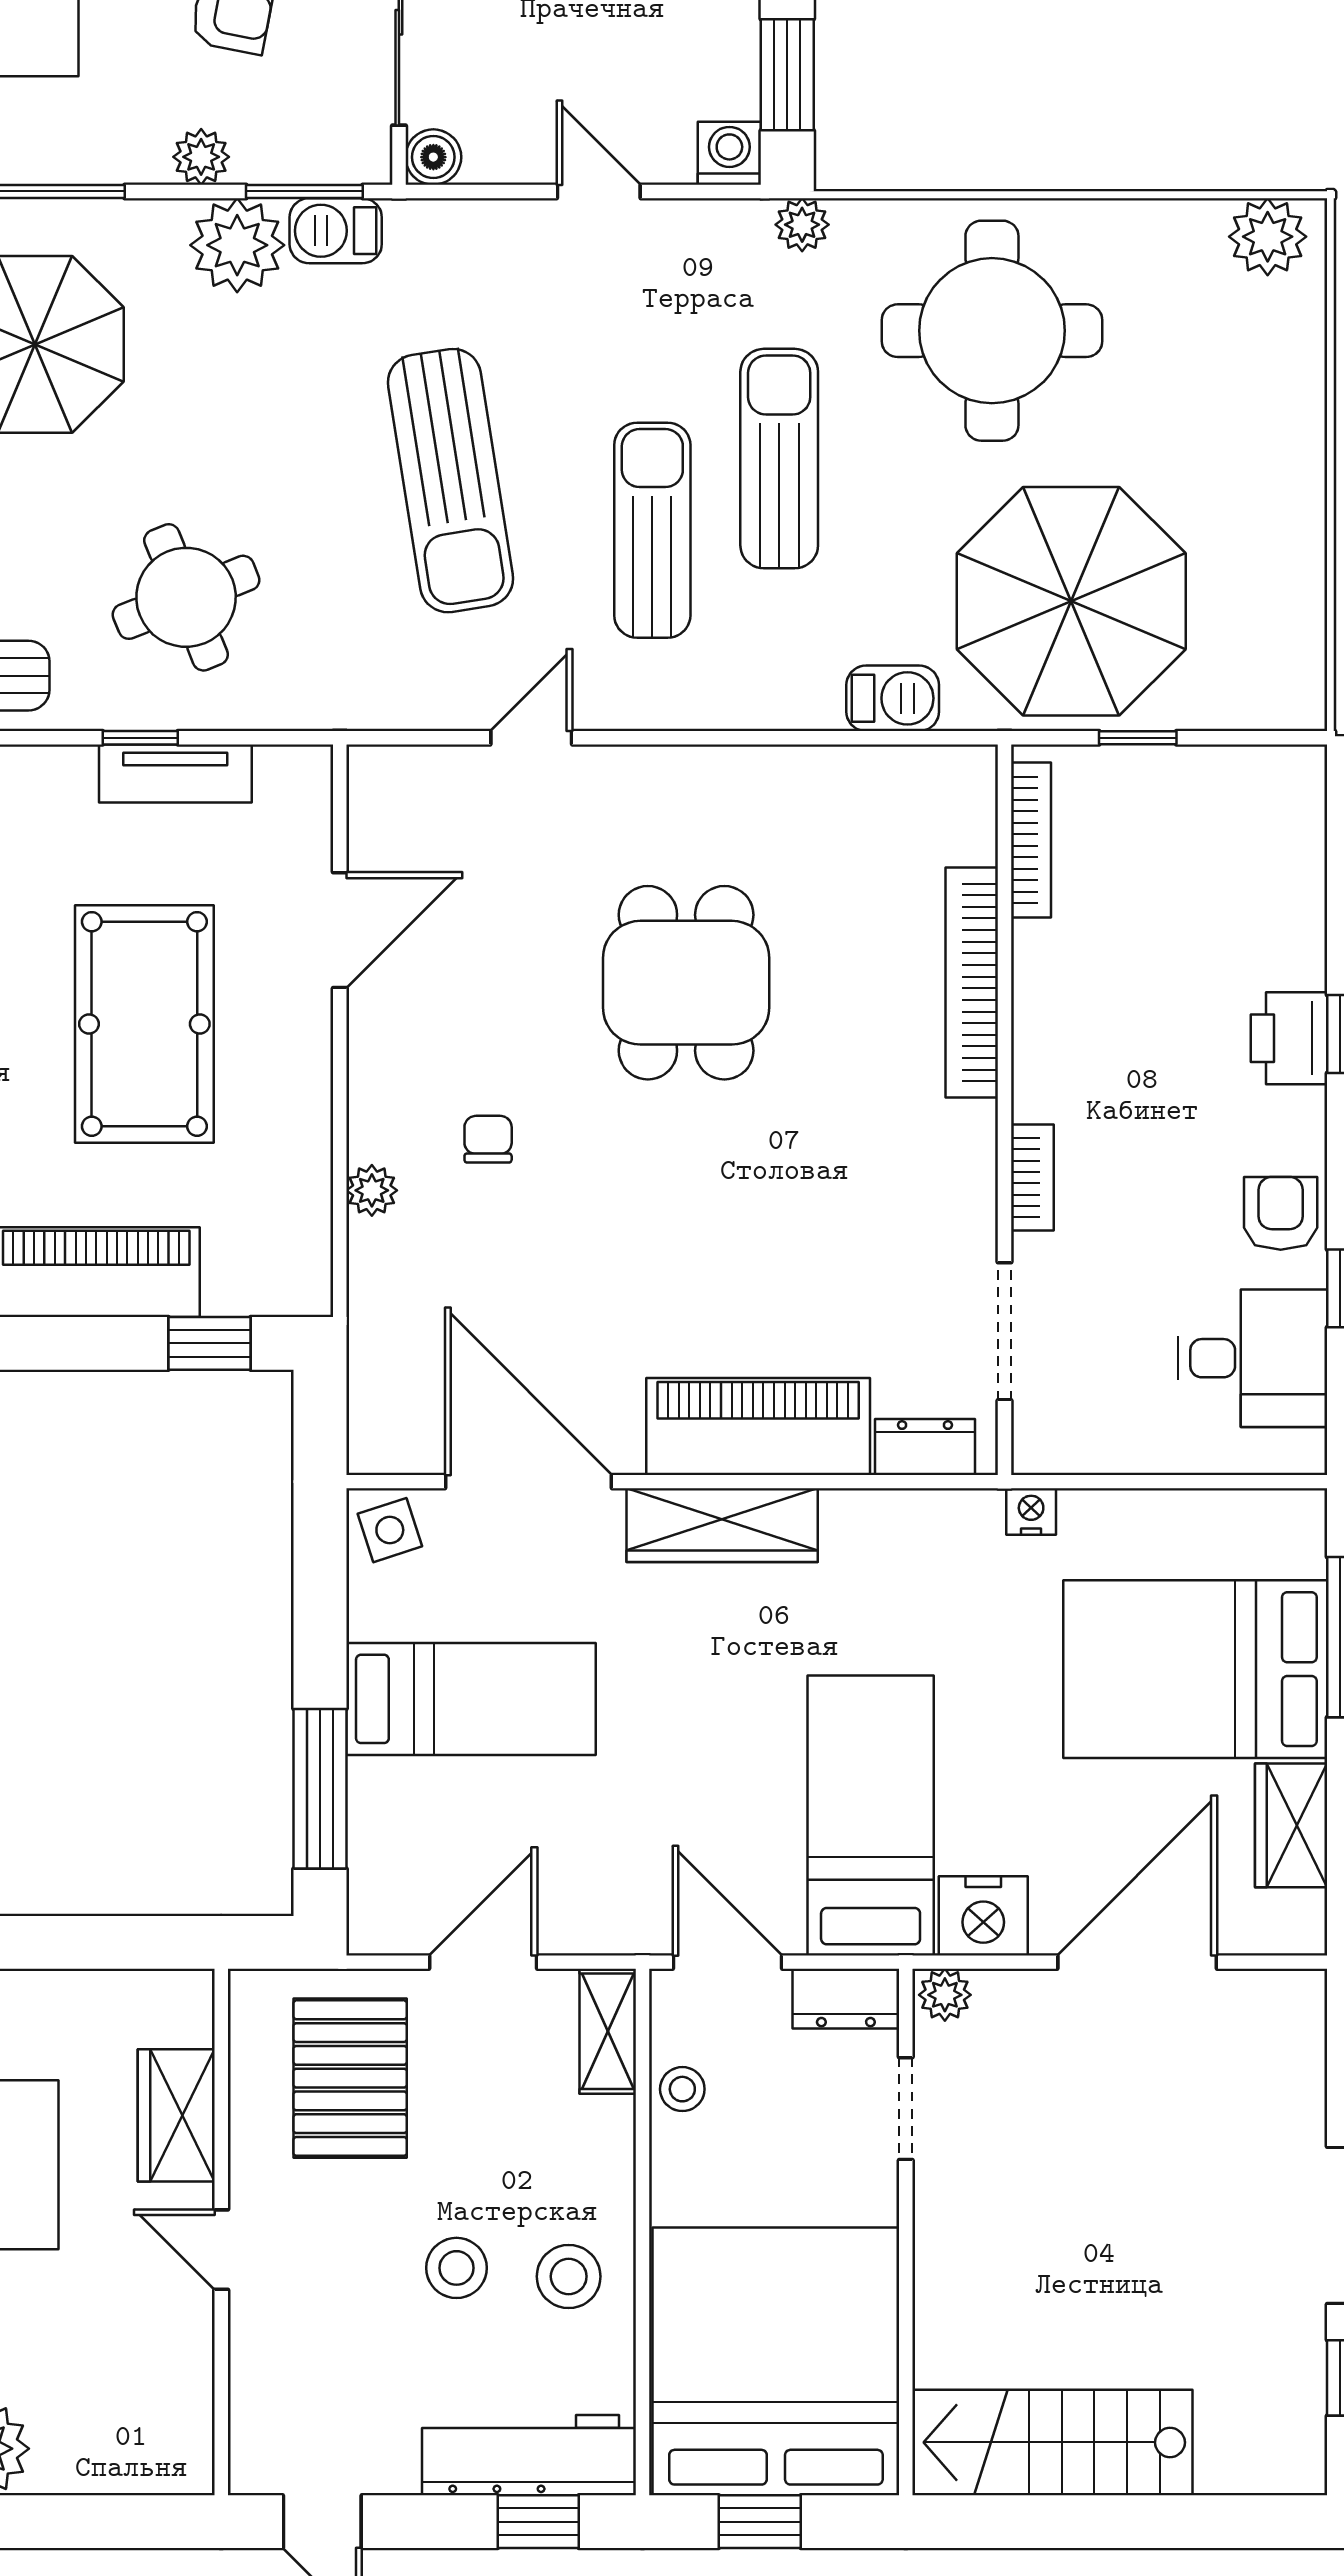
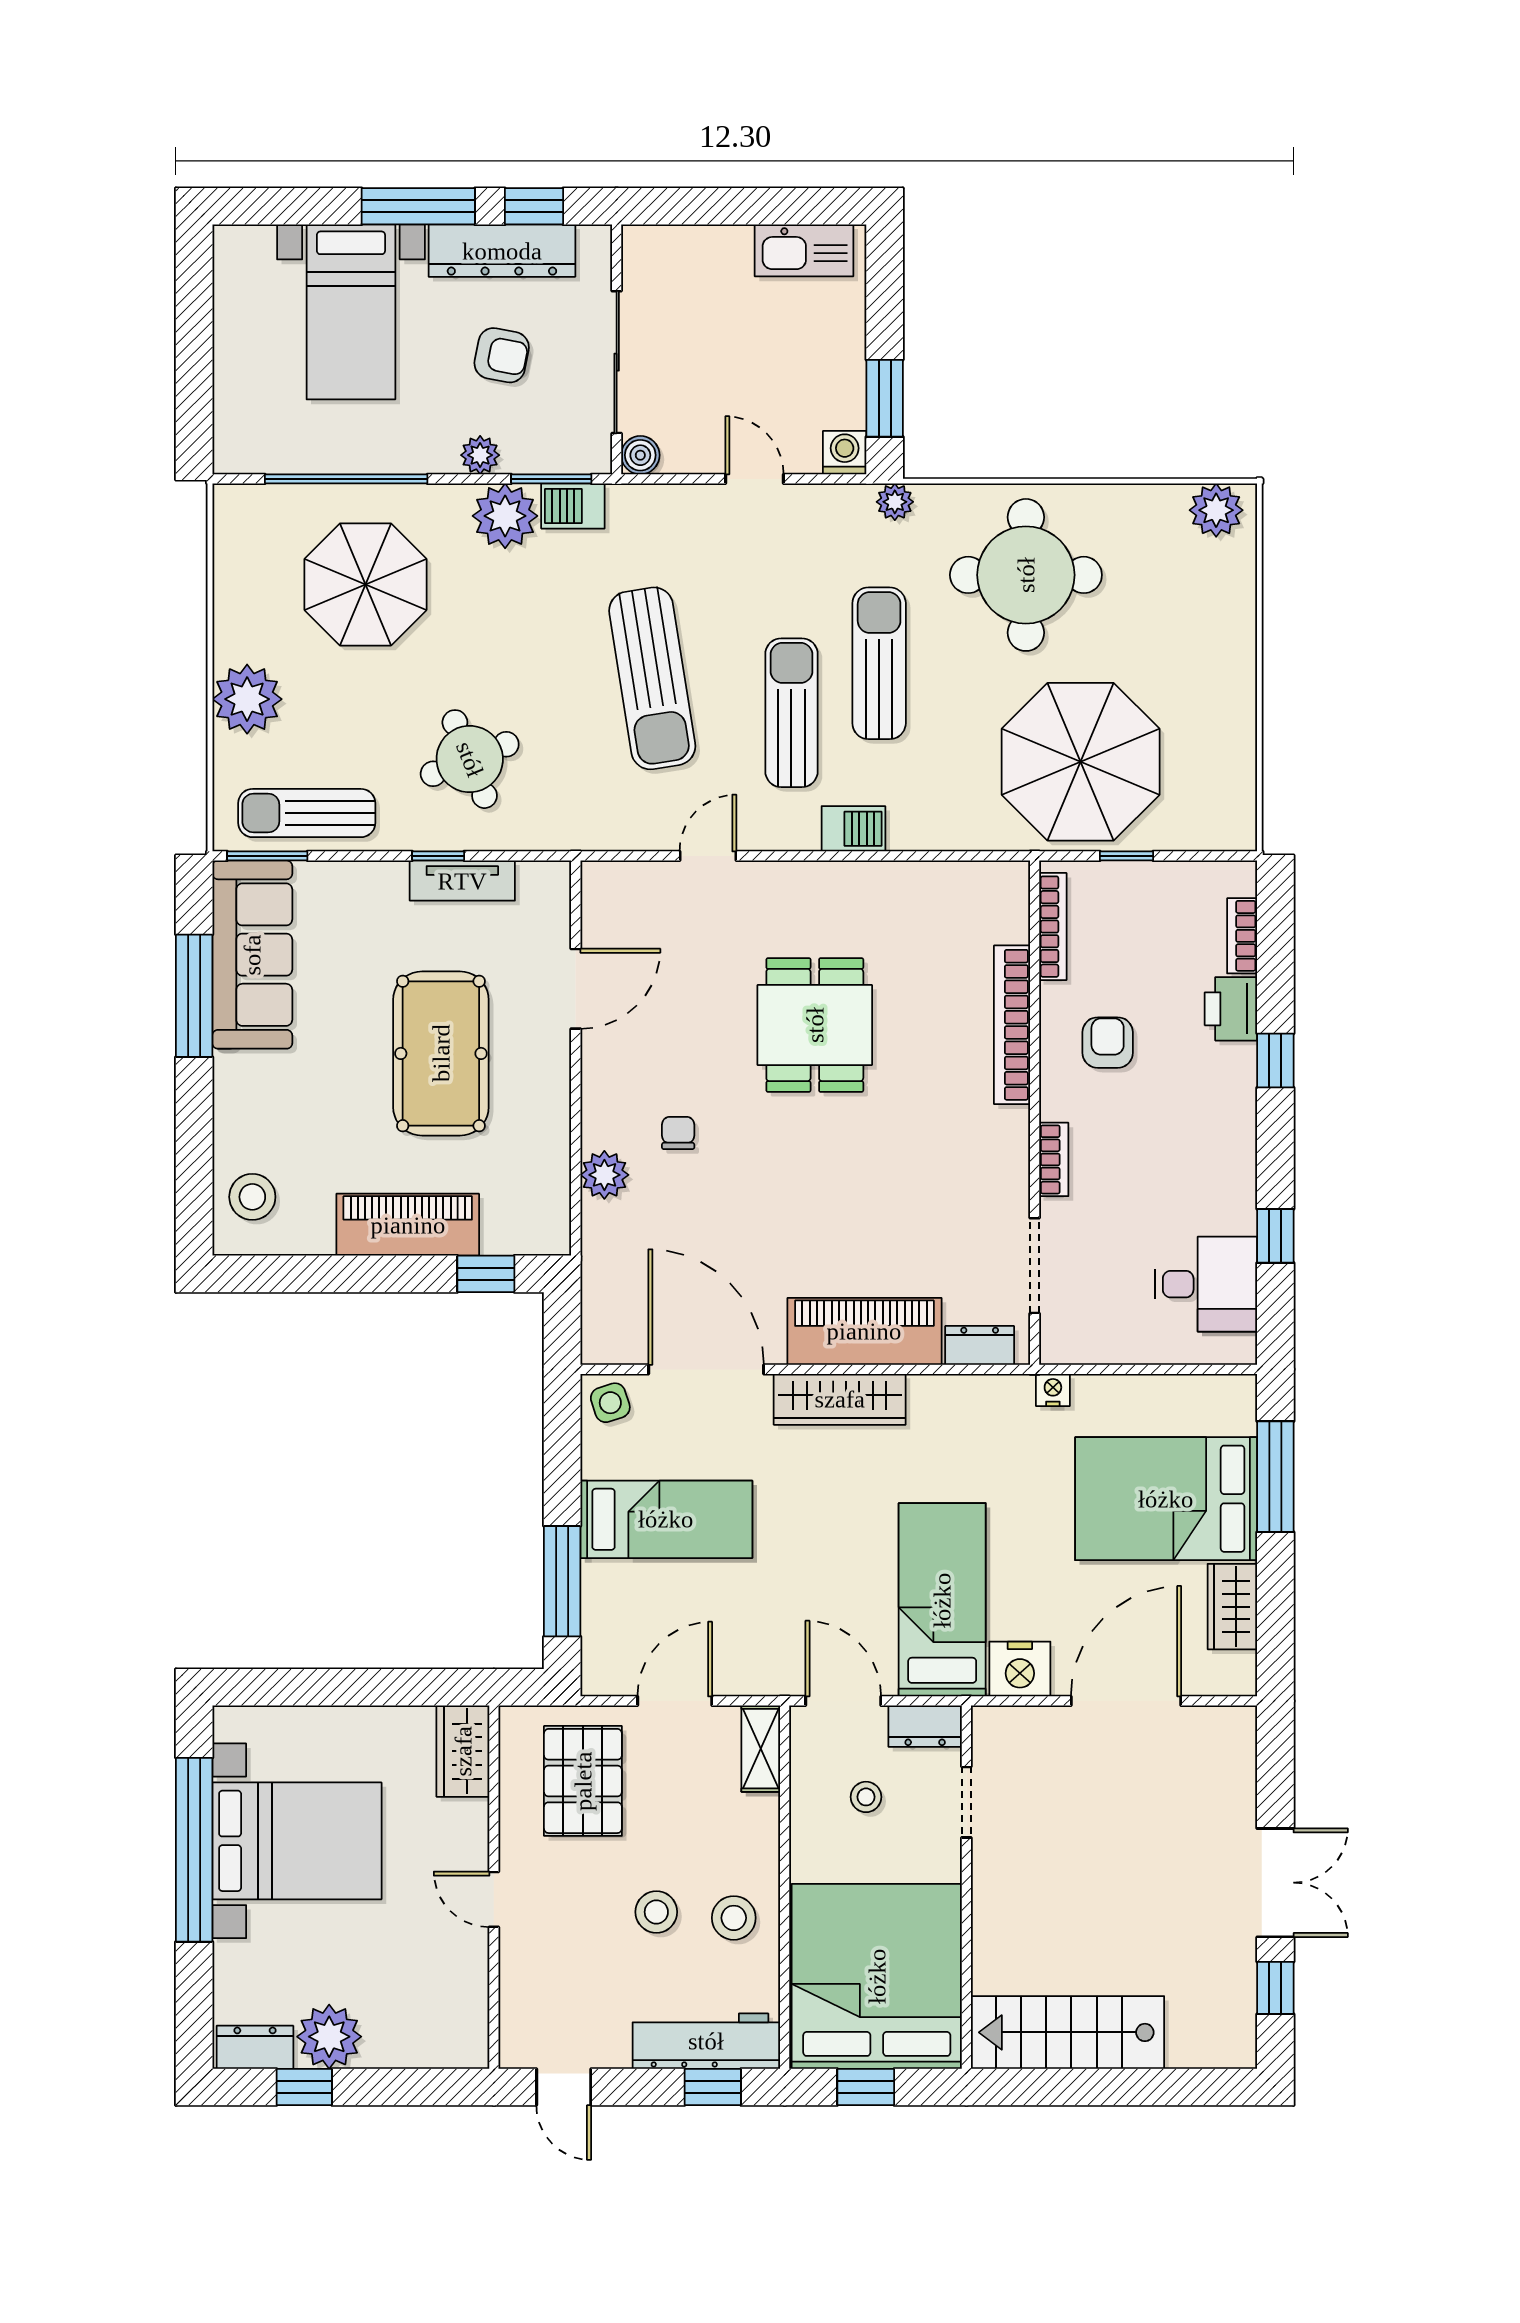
barbecue: (893, 698) -> (853, 829), moved
bookcase: (1305, 854) -> (1242, 936), added
printer: (1289, 1038) -> (1231, 1009), moved
plant: (372, 1190) -> (604, 1175), width x1.38, depth x1.38
armchair: (1281, 1213) -> (1108, 1043), moved
plant: (945, 1995) -> (993, 1723), removed
stool: (682, 2089) -> (866, 1797), moved
wardrobe: (176, 2115) -> (463, 1751), moved

